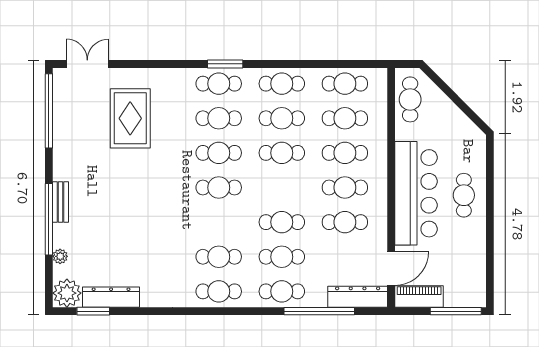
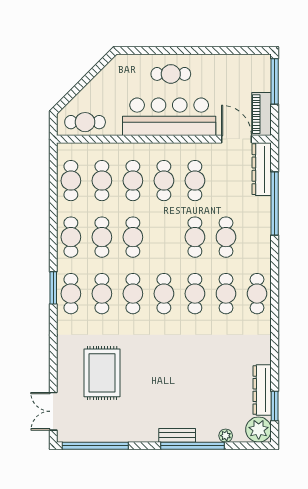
rug: (130, 118) -> (102, 373), turned 90
cafe table: (282, 291) -> (195, 294), moved

